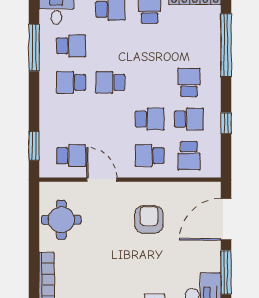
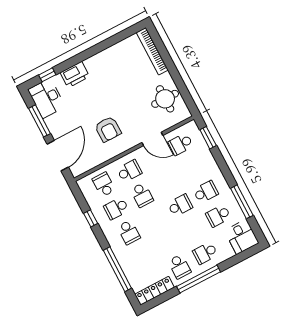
school desk: (150, 119) -> (142, 195), turned -90

